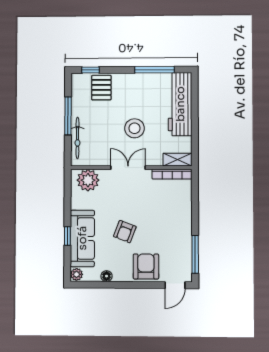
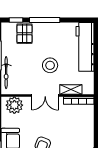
window: (154, 70) -> (45, 20), moved
shelving: (178, 160) -> (71, 89), moved
double door: (128, 168) -> (45, 96), swing flipped

